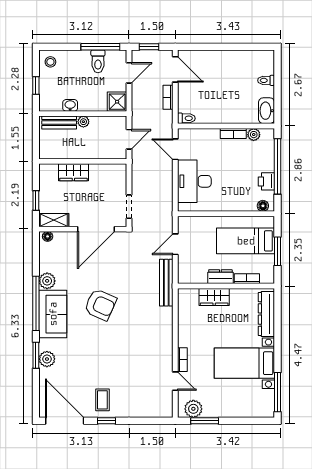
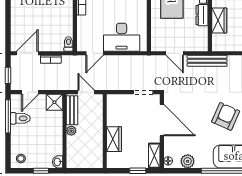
door: (129, 73) -> (30, 92), swing flipped
washbasin: (70, 105) -> (58, 162), moved
bench: (59, 123) -> (72, 110), moved
plant: (47, 281) -> (188, 161), moved

